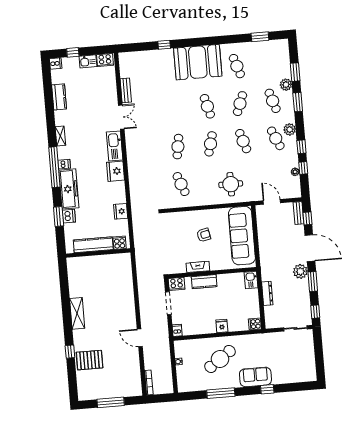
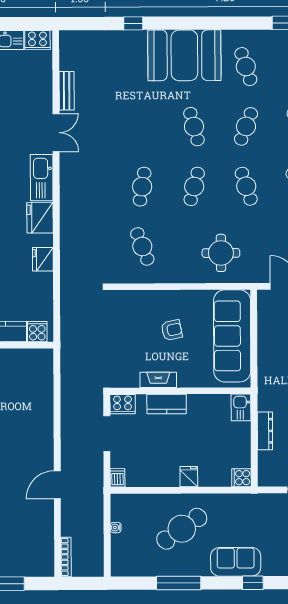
fridge: (121, 211) -> (43, 259), moved
door: (140, 338) -> (57, 485), hinge flipped

